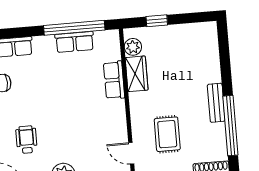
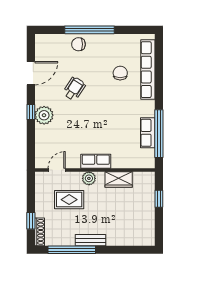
plant: (133, 47) -> (89, 178), moved
row of seats: (114, 80) -> (96, 161), moved
wheelchair: (26, 140) -> (74, 89), turned -57

